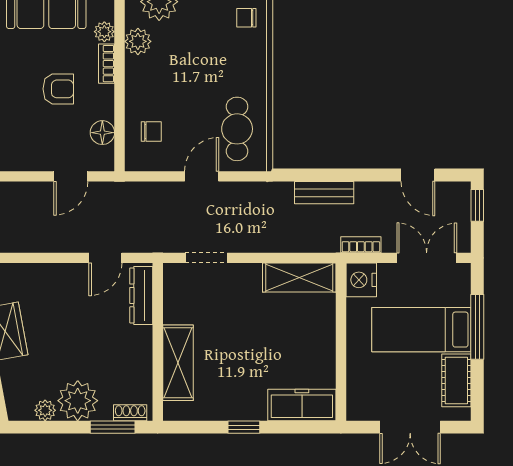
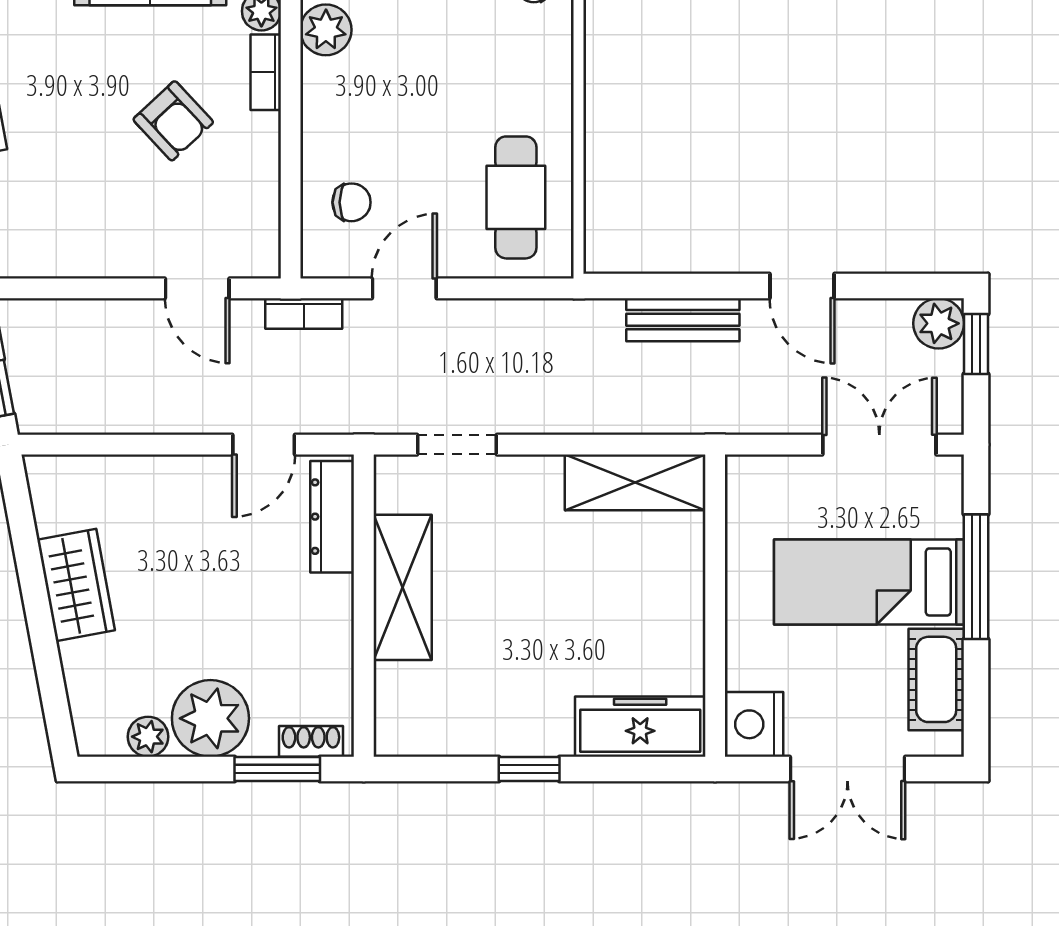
armchair: (58, 89) -> (173, 121), turned 47
floor lamp: (102, 133) -> (258, 204), removed
door: (418, 175) -> (802, 286), moved
door: (71, 176) -> (197, 288), hinge flipped
door: (202, 176) -> (404, 288), moved
plant: (458, 195) -> (939, 323), added
bookcase: (361, 245) -> (304, 314), moved, turned 180
nightstand: (361, 280) -> (754, 724), moved
shelving: (178, 363) -> (403, 587), moved

